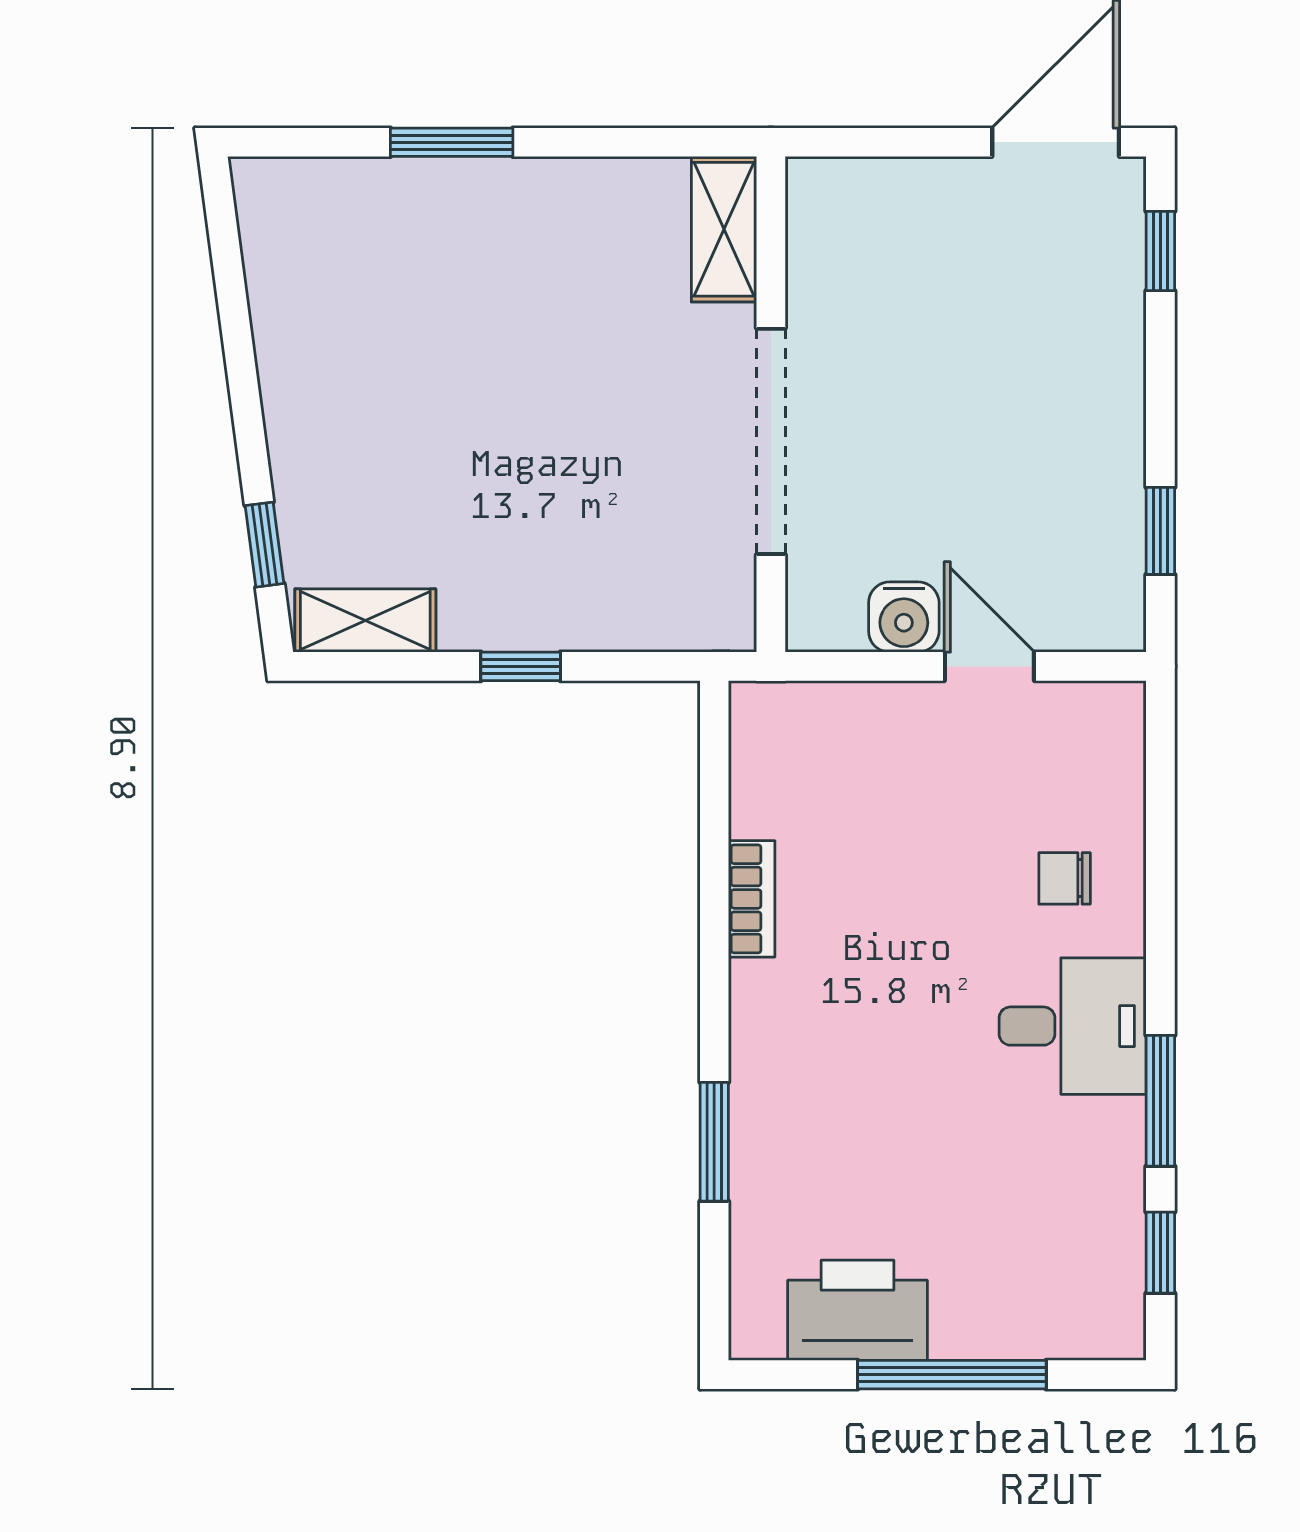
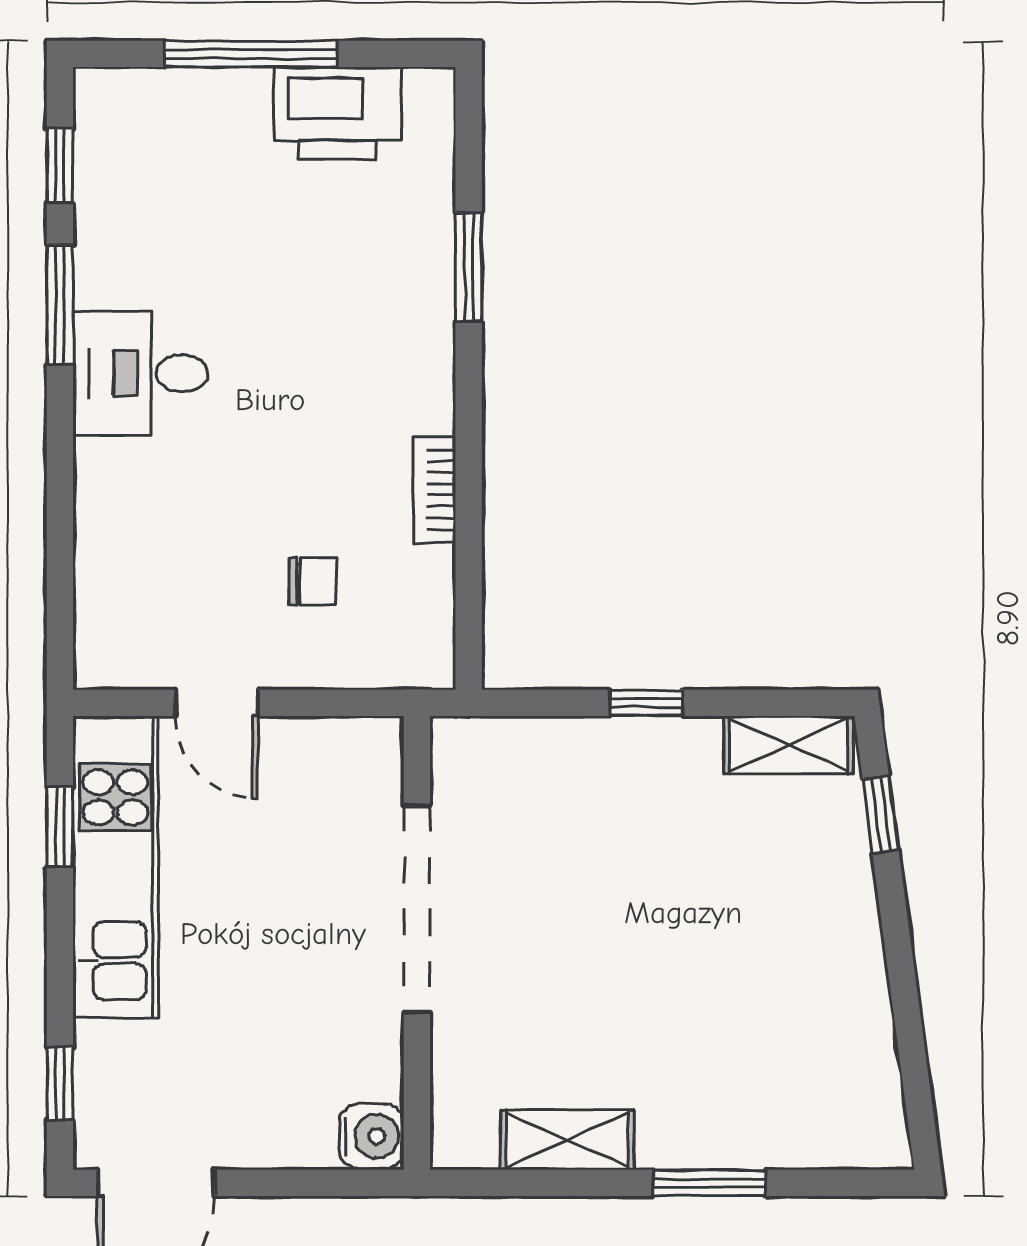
shelving: (724, 229) -> (567, 1140), moved, turned 90
kitchen unit: (1100, 487) -> (115, 867), added
water cooler: (904, 617) -> (372, 1136), moved, turned 90
chair: (1065, 878) -> (313, 581), moved

